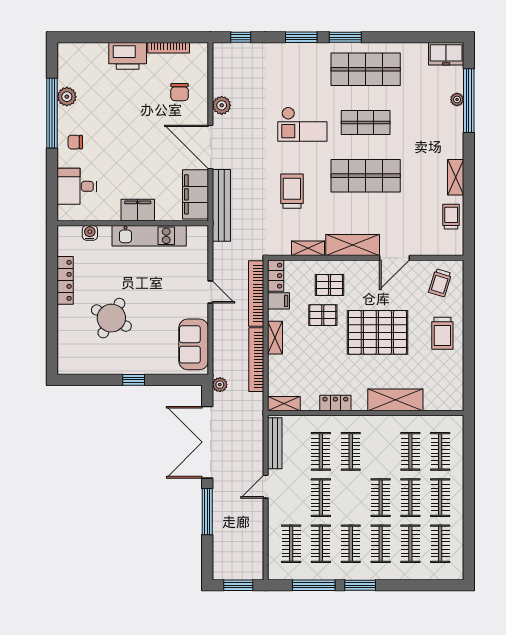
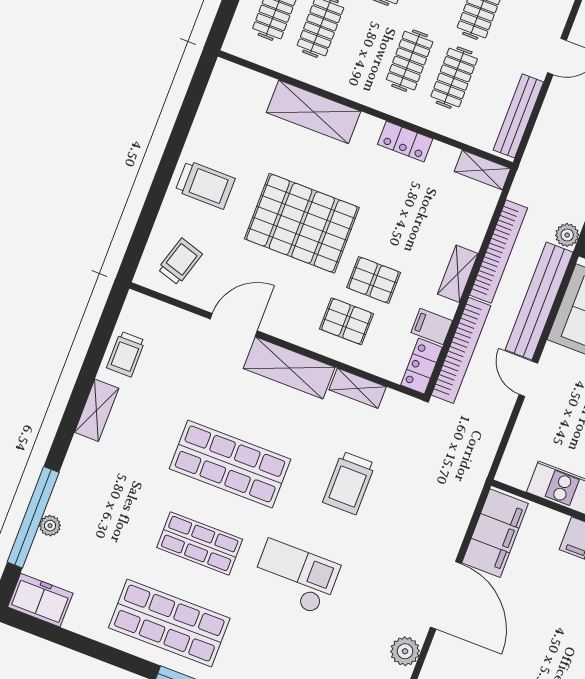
bench: (221, 205) -> (539, 301), moved
trolley: (442, 333) -> (205, 185), turned 90

